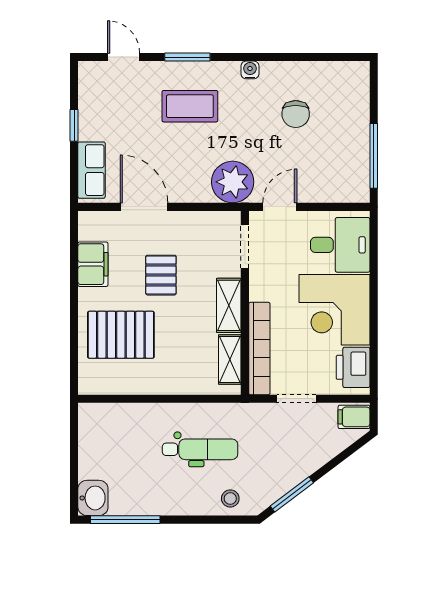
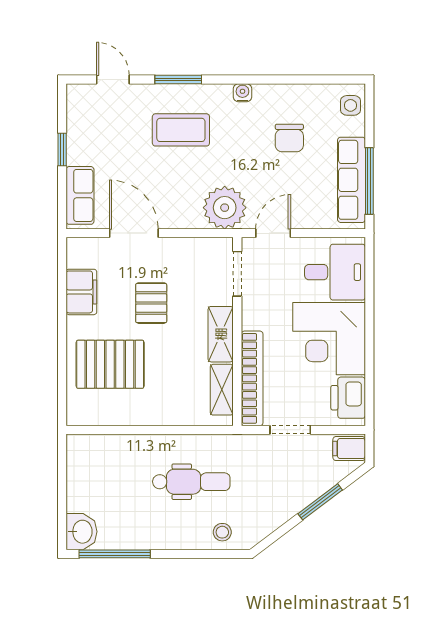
side table: (355, 82) -> (350, 105), added
row of seats: (356, 155) -> (351, 180), added
window: (292, 494) -> (320, 502), moved

